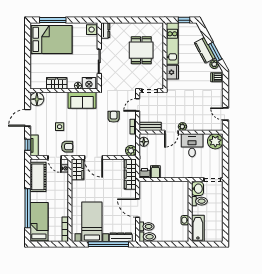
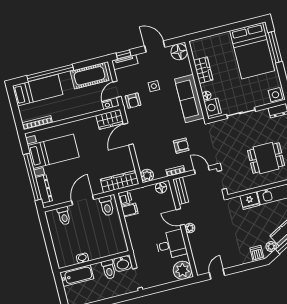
sofa: (82, 100) -> (189, 99), width x1.36
toilet: (147, 237) -> (107, 206), moved

